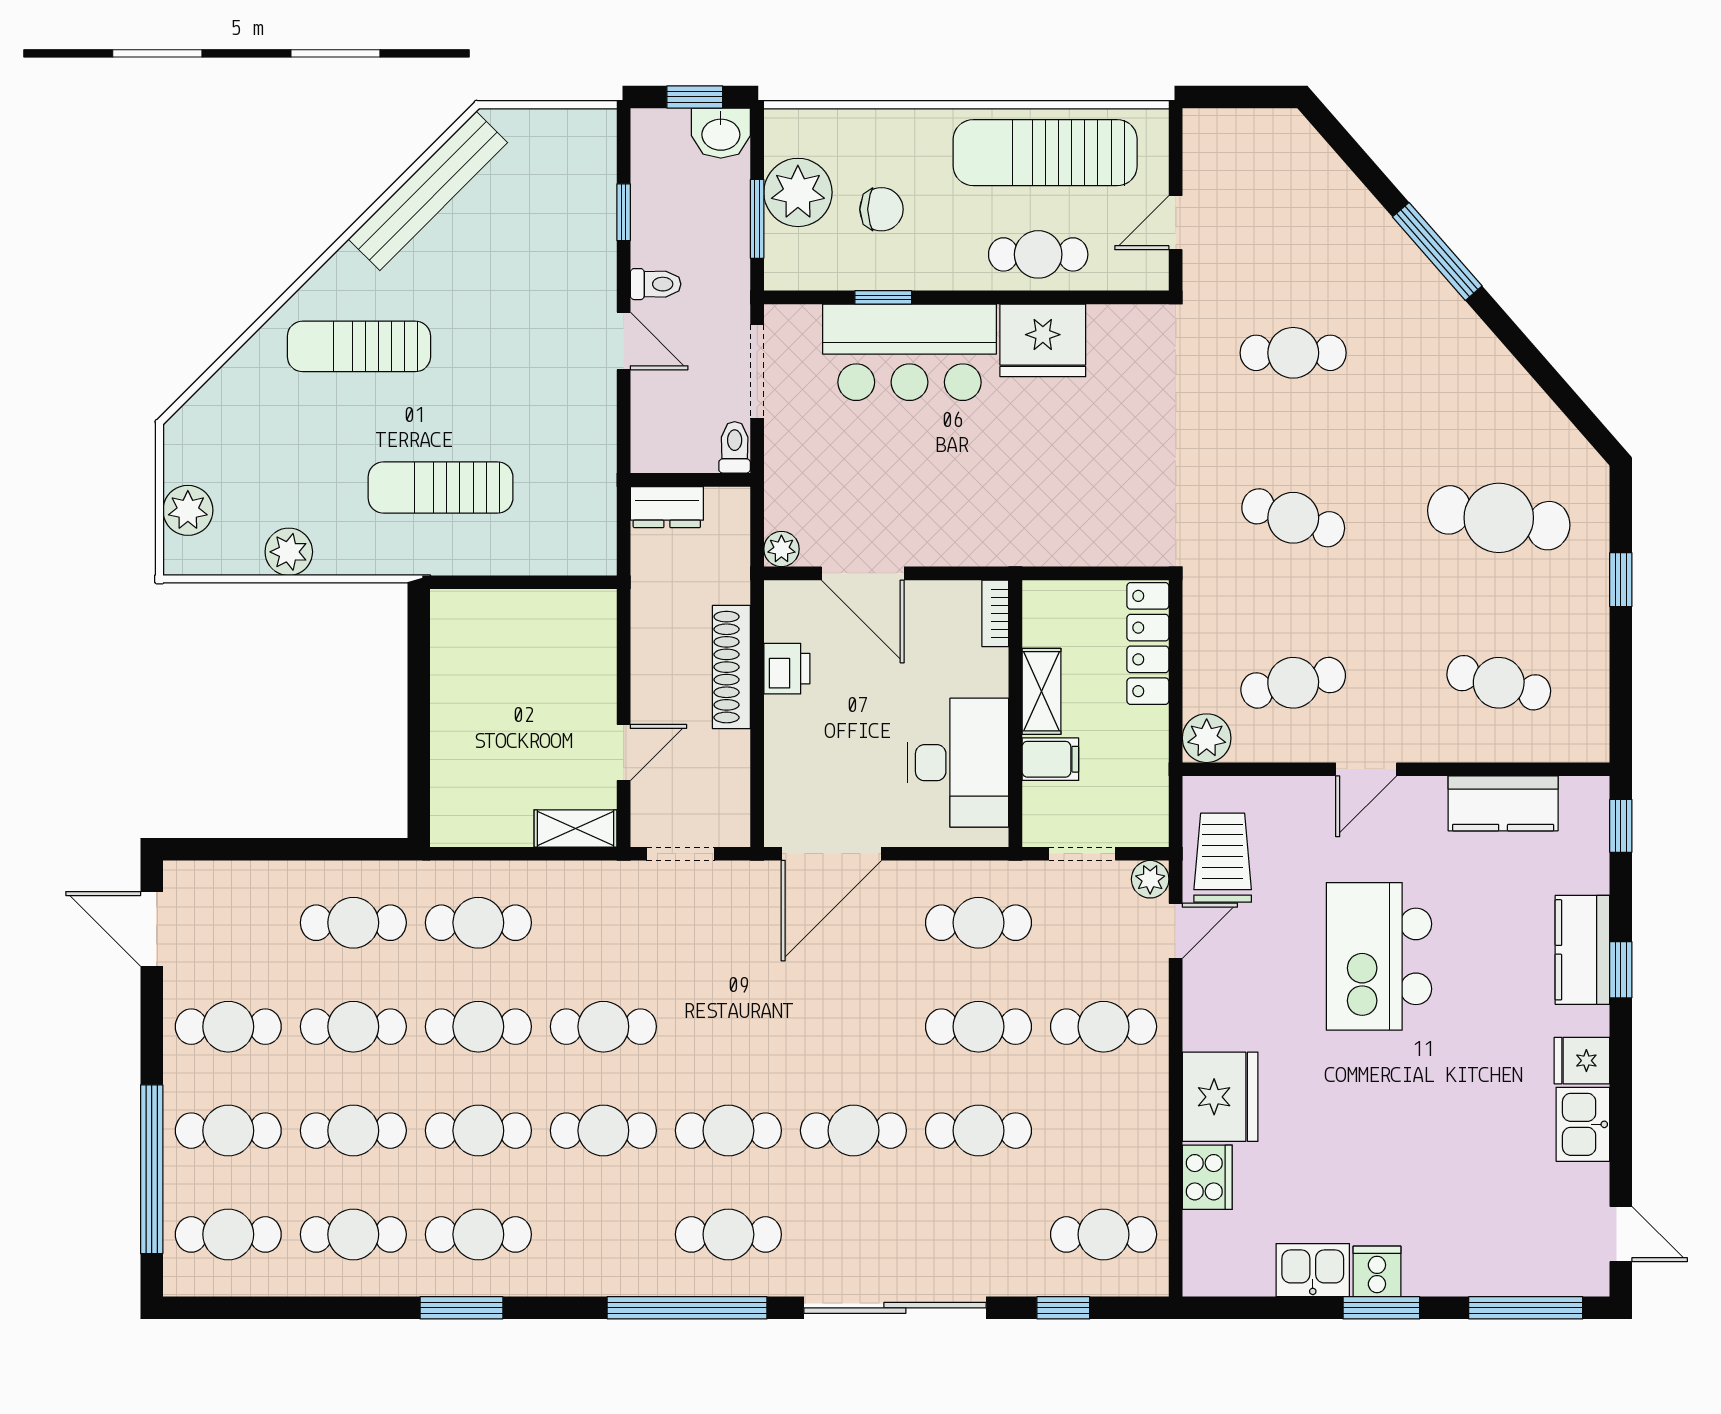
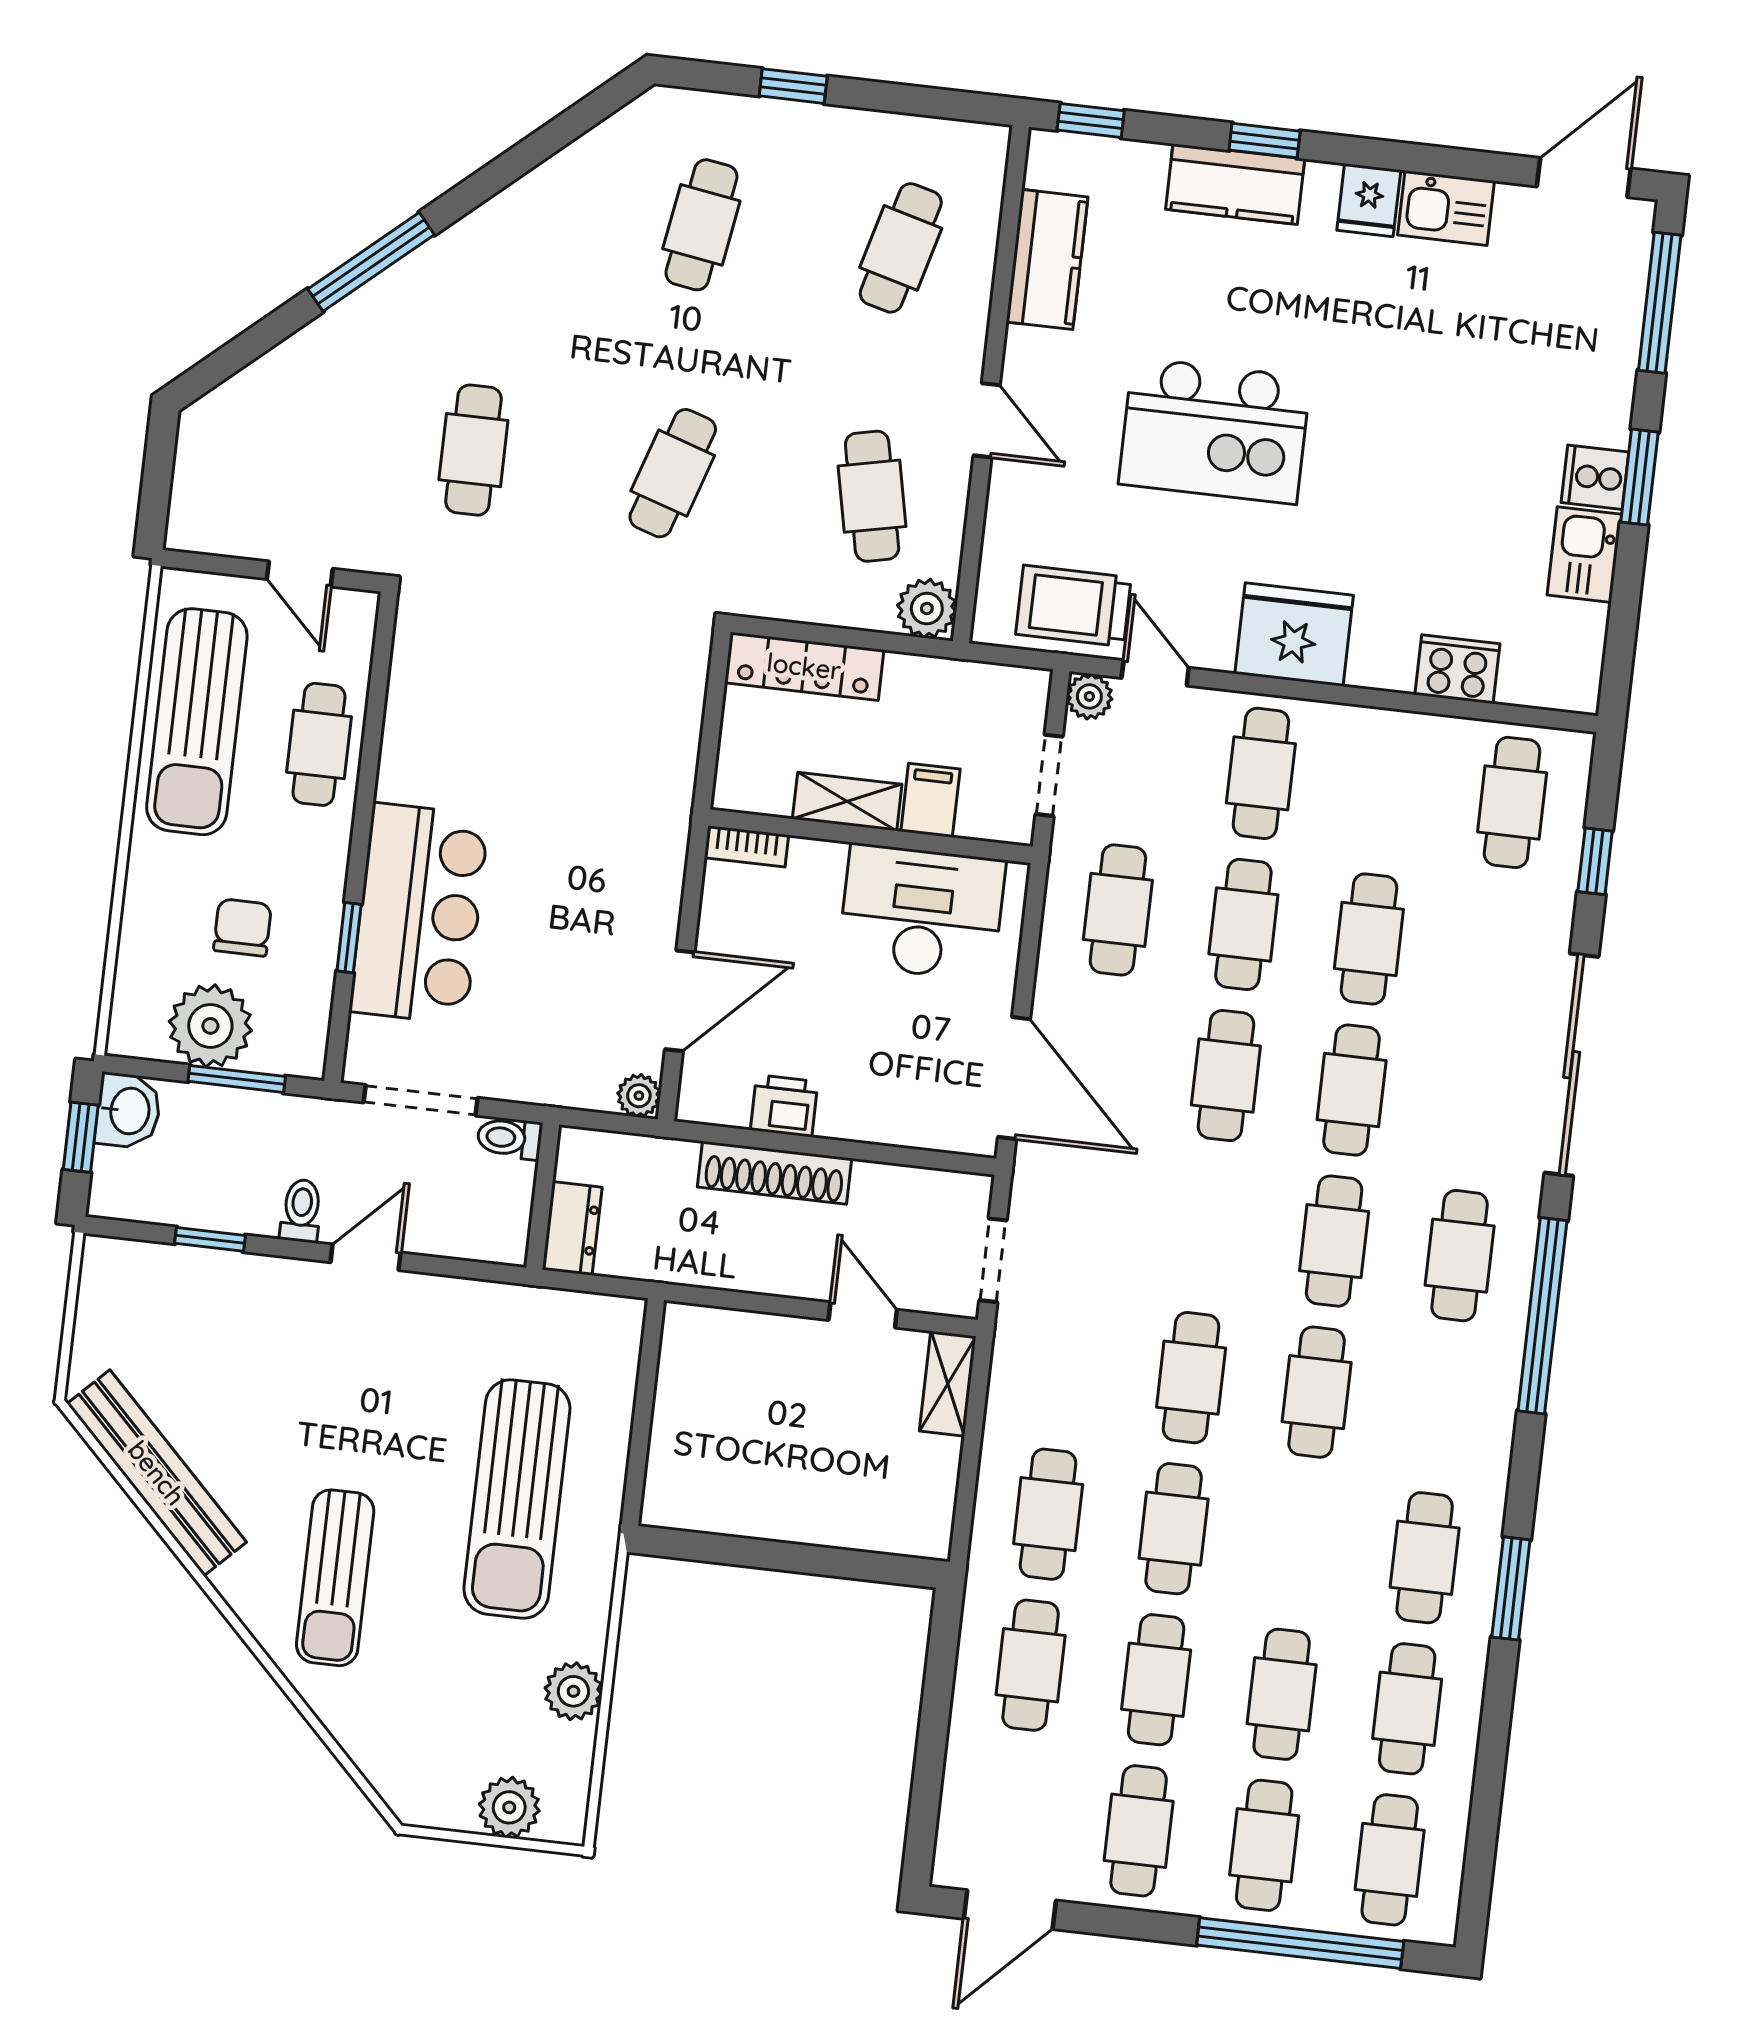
fridge: (1043, 340) -> (423, 751), removed
sun lounger: (441, 487) -> (517, 1499), width x1.36, depth x1.34
cafe table: (1499, 518) -> (701, 225), width x0.73, depth x0.74
fridge: (1220, 1097) -> (1294, 634), moved
cafe table: (478, 1131) -> (1226, 1076), moved
door: (1621, 1234) -> (1584, 178), width x1.38

